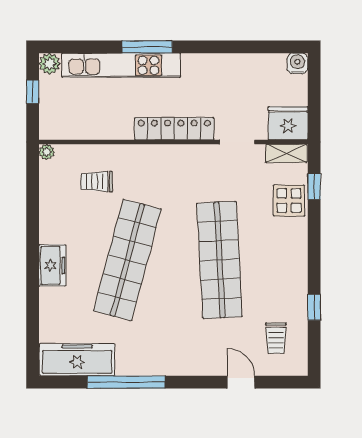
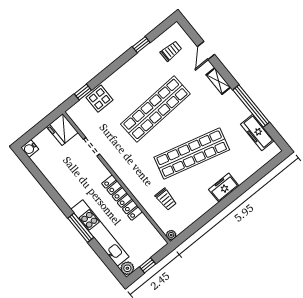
locker: (174, 129) -> (122, 198), moved
shelving: (286, 153) -> (218, 81), moved
freezer: (77, 360) -> (257, 132), width x0.73, depth x0.79

